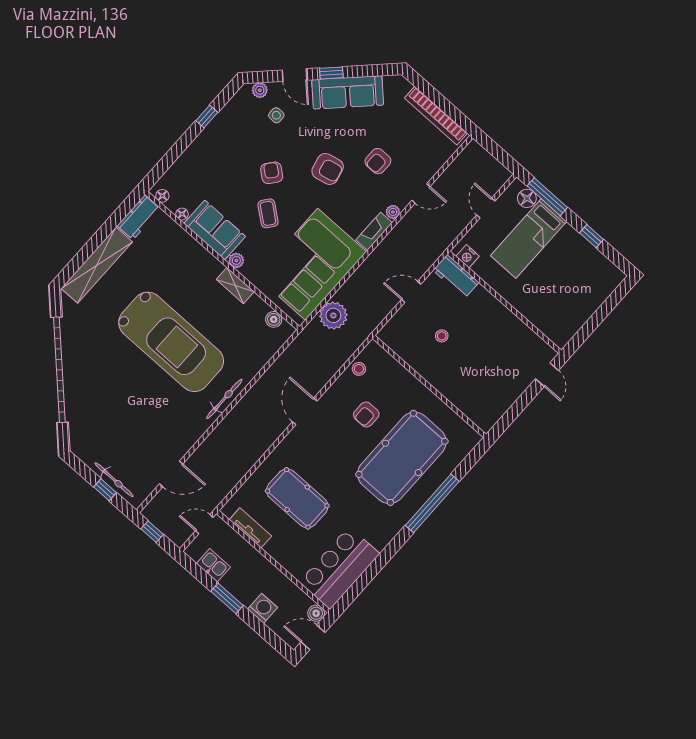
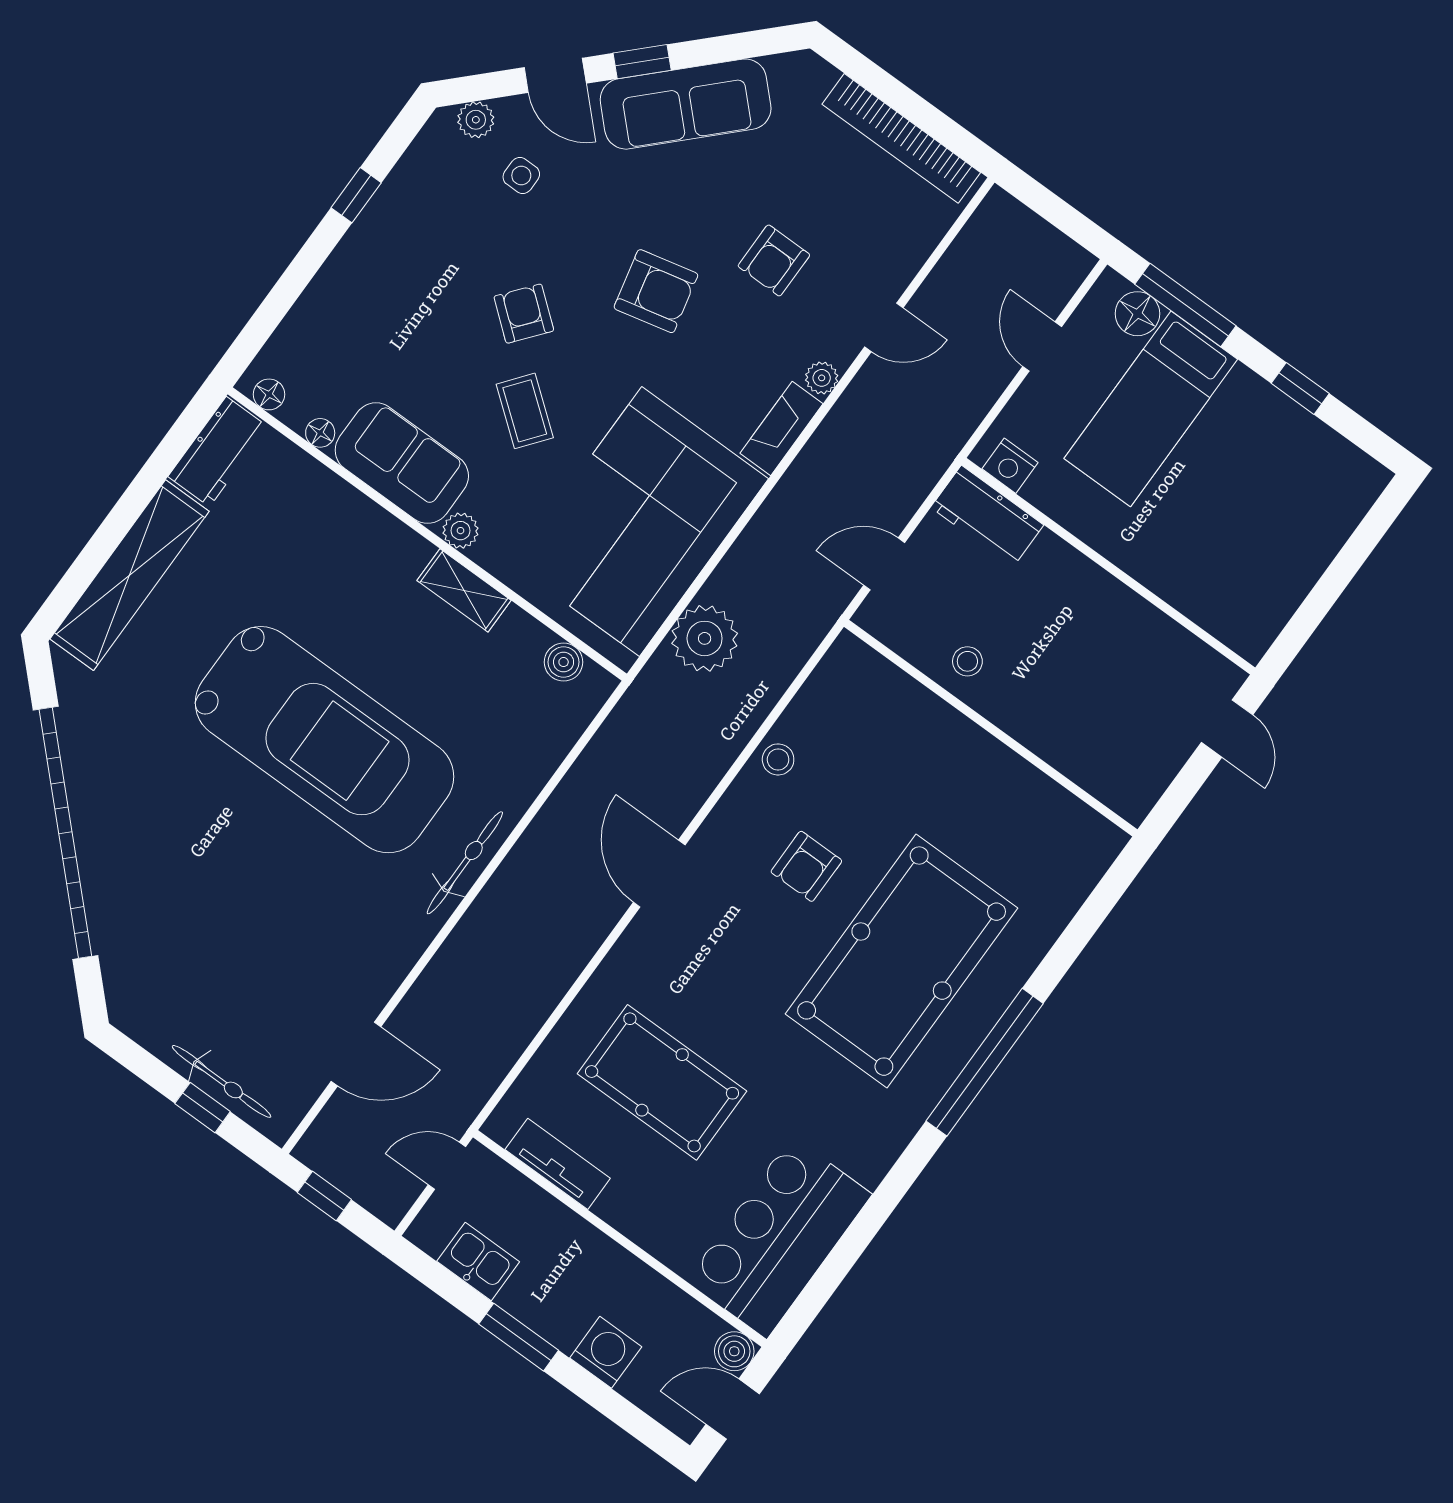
wall: (429, 386) -> (991, 728), moved

